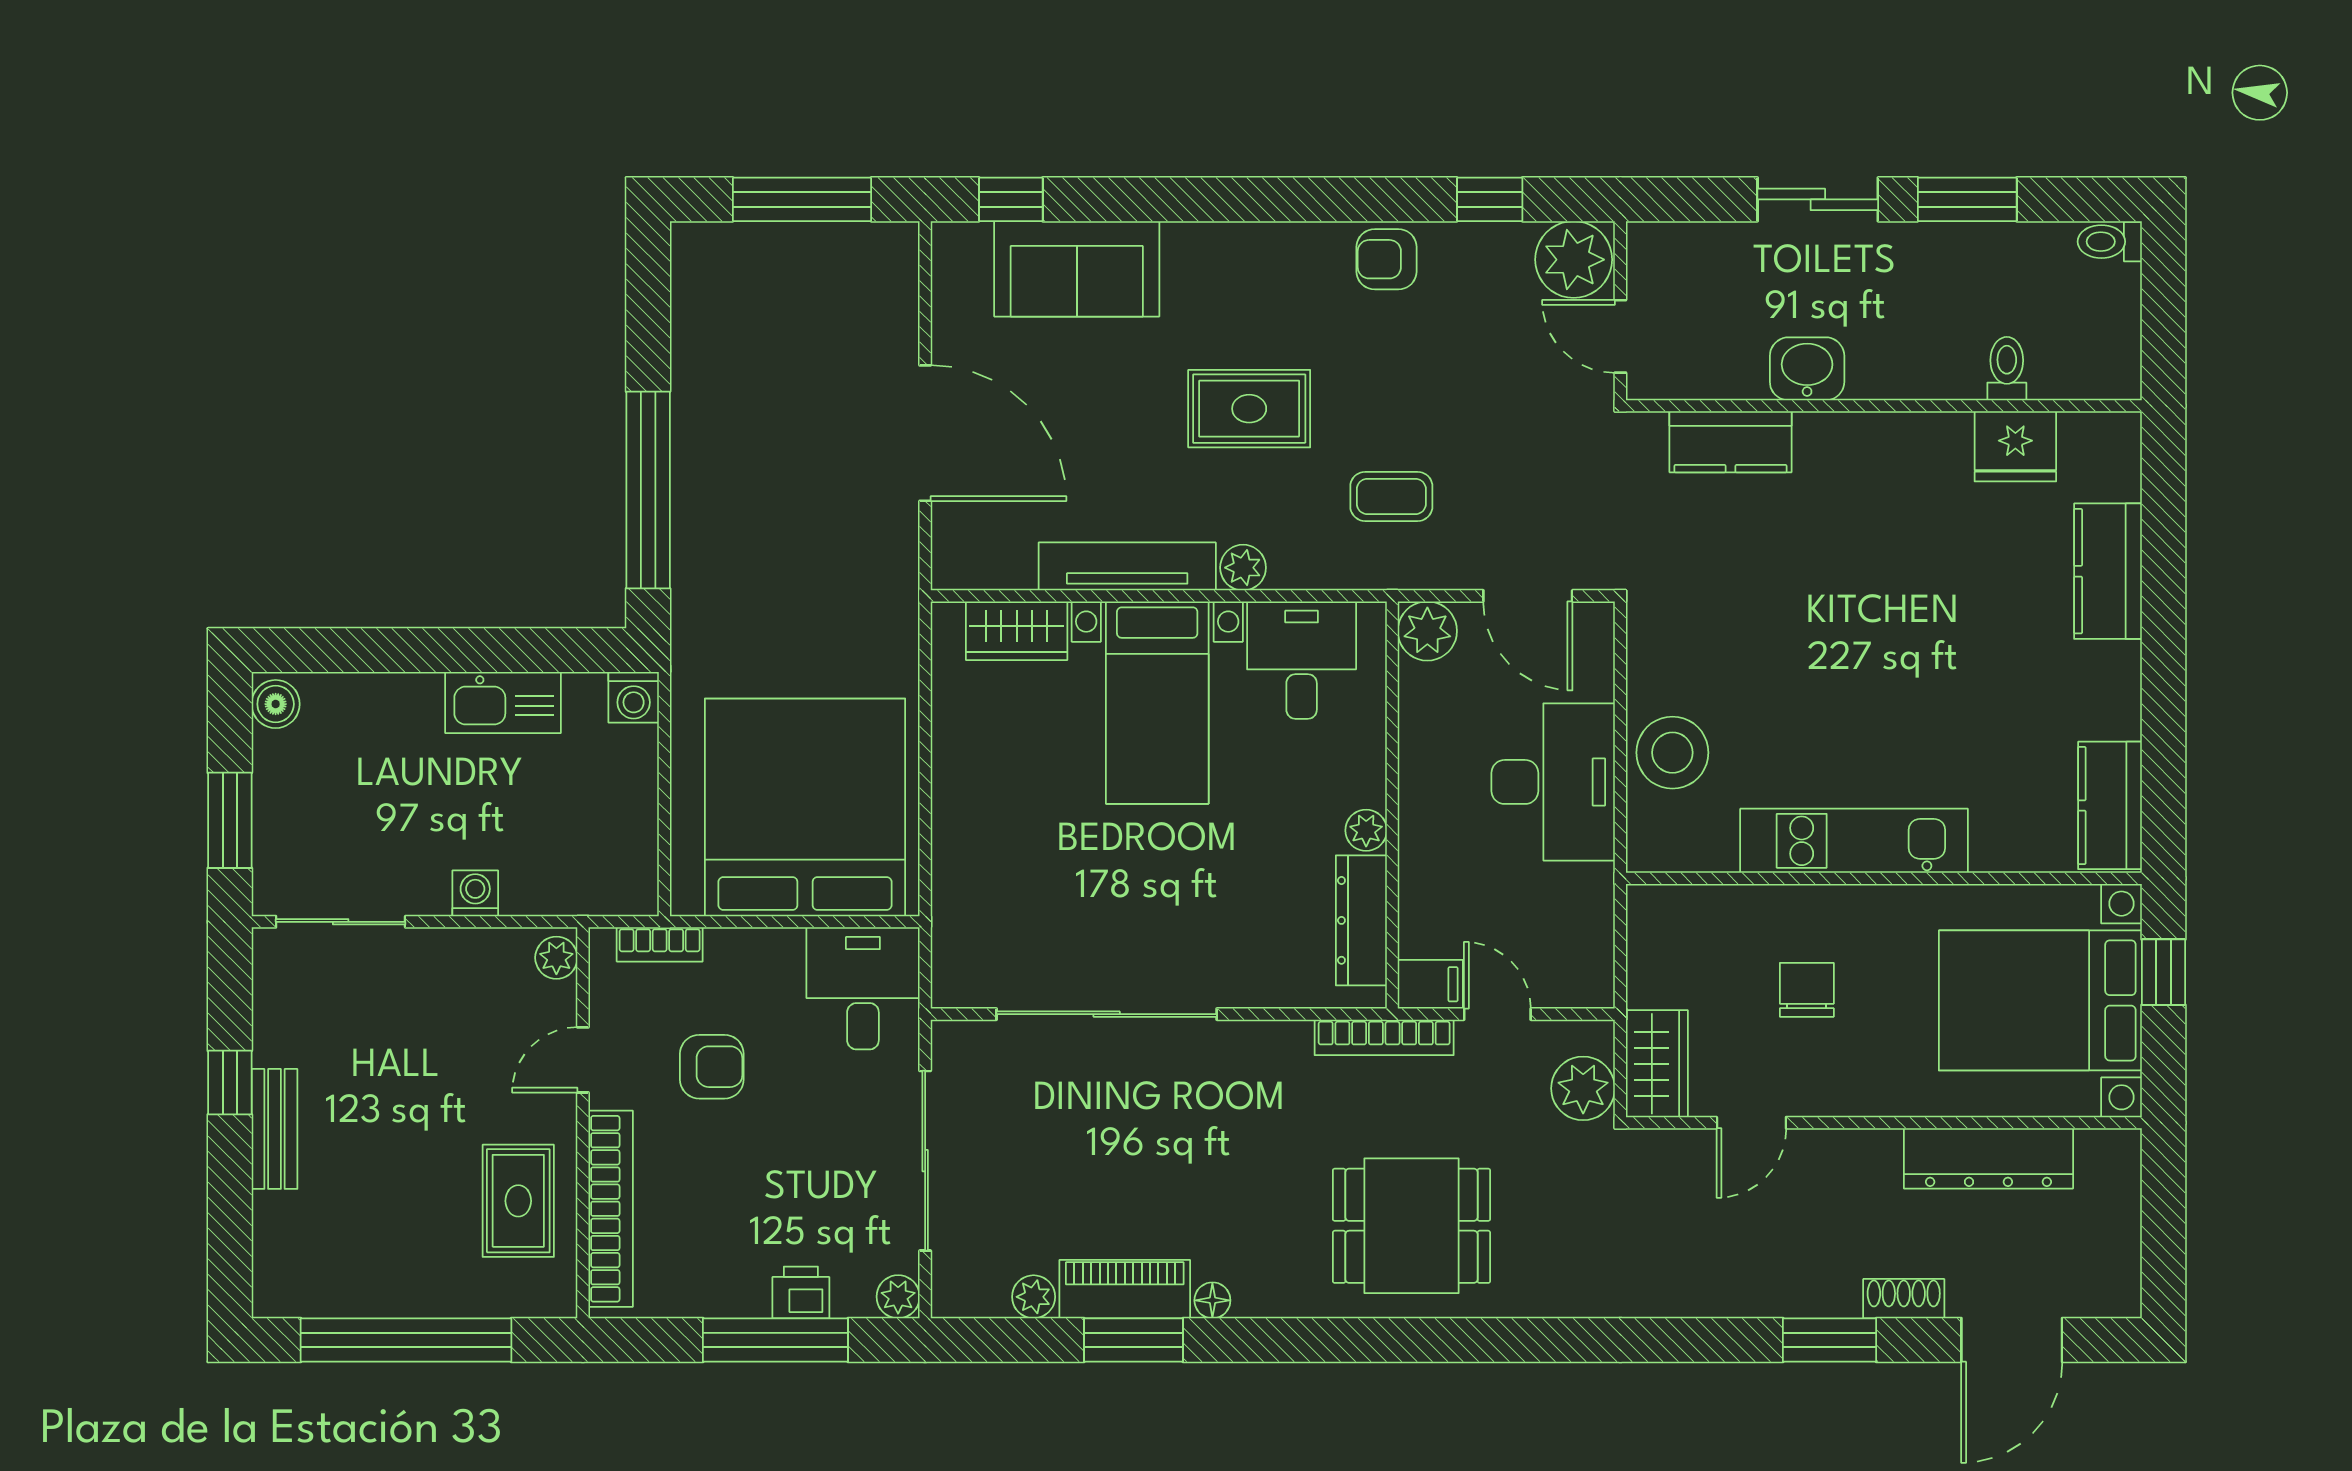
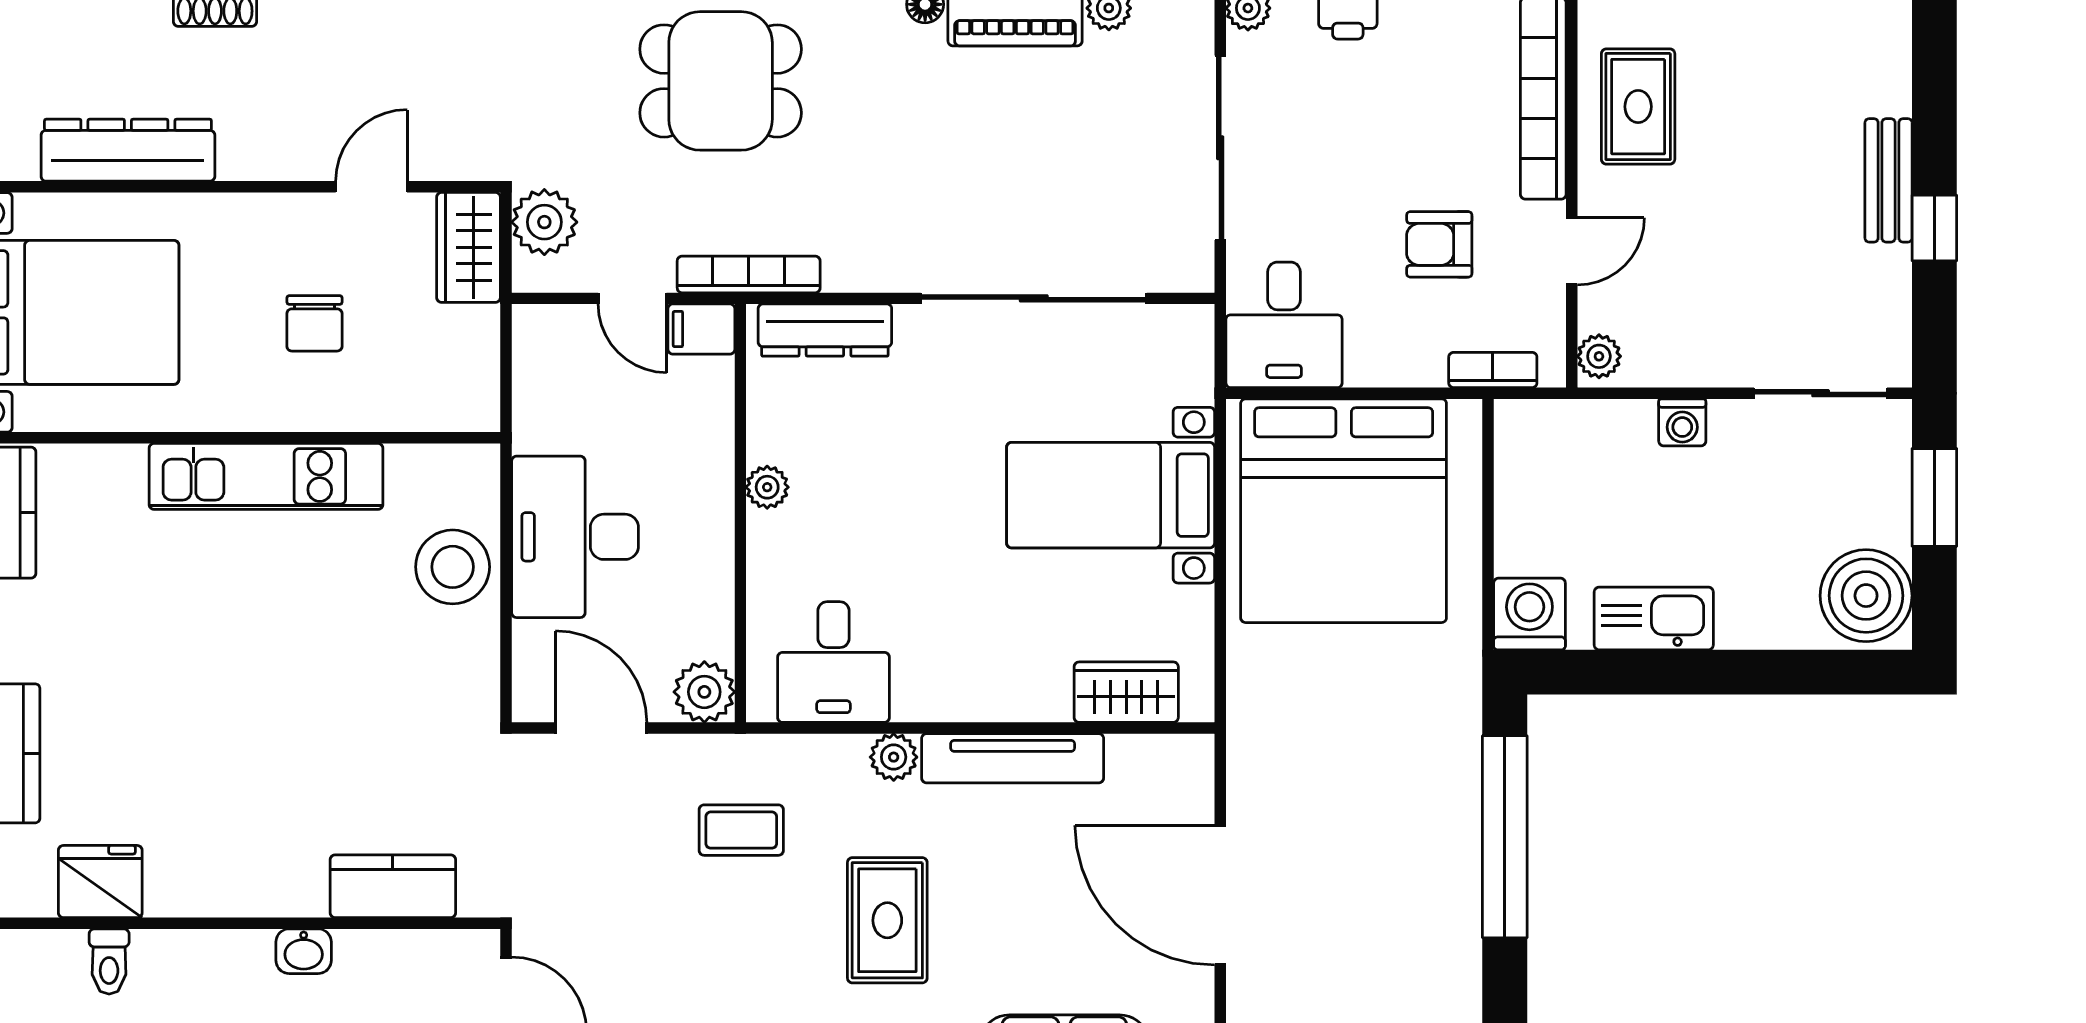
washbasin: (1807, 369) -> (304, 951), width x0.72, depth x0.69
rug: (1249, 409) -> (887, 920), turned 90
washing machine: (634, 697) -> (1529, 614), width x1.38, depth x1.38
bed with nightstands: (1157, 703) -> (1111, 495), moved, turned -90
boiler: (276, 704) -> (1866, 596), width x1.86, depth x1.86
dresser: (1361, 920) -> (825, 330), moved, turned 90

